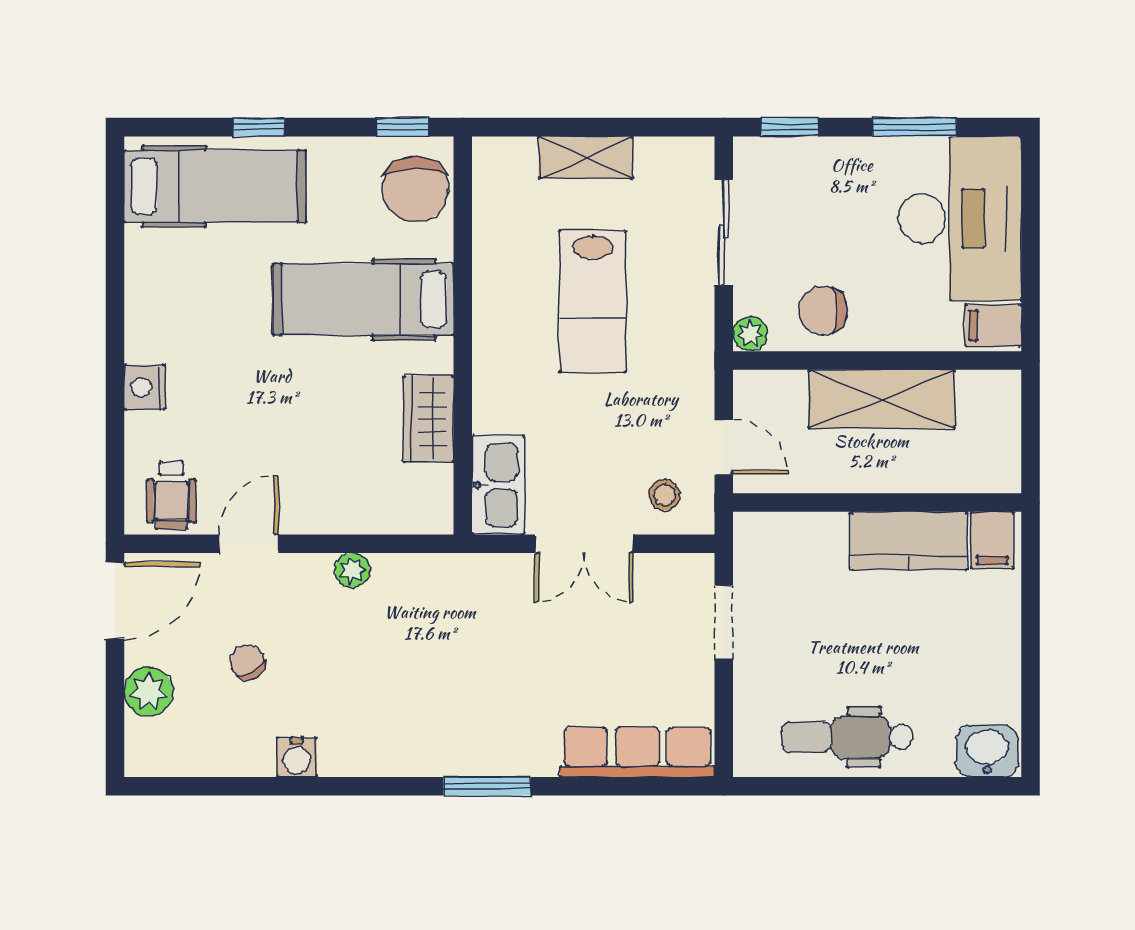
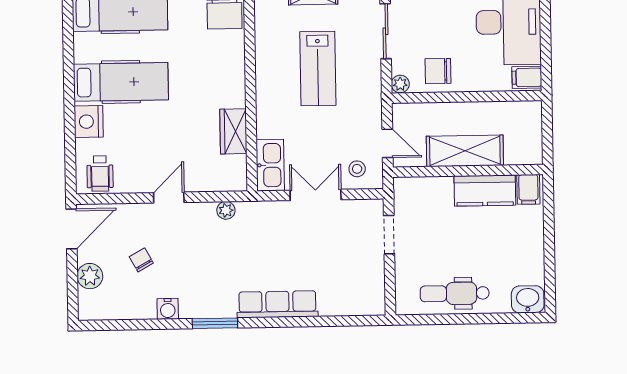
hospital bed: (363, 300) -> (121, 82), moved, turned 180
nightstand: (145, 387) -> (89, 122), width x1.36, depth x1.33
shelving: (882, 399) -> (465, 151), moved
door: (249, 544) -> (169, 198), moved
double door: (584, 544) -> (316, 195), swing flipped
plant: (352, 570) -> (226, 210), moved
row of seats: (637, 752) -> (277, 304), moved
window: (487, 786) -> (215, 323), moved

